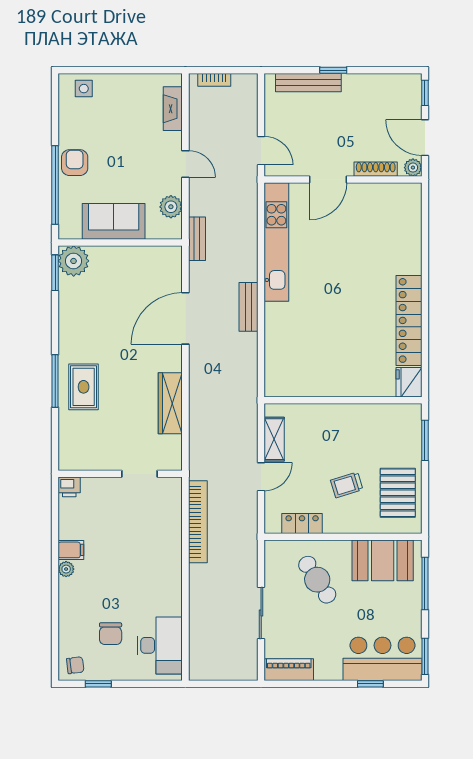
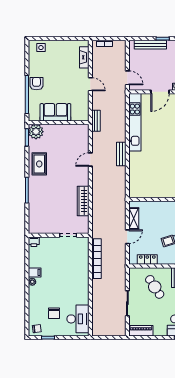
plant: (171, 207) -> (83, 105), removed
door: (185, 318) -> (90, 160), width x0.53
rug: (84, 387) -> (39, 164), moved

